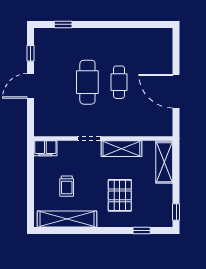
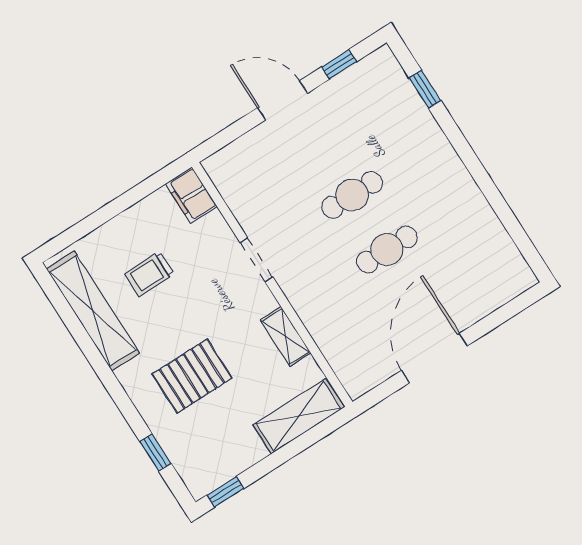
cafe table: (87, 82) -> (352, 195), width x0.73, depth x0.74
shelving: (121, 149) -> (286, 336), width x0.67, depth x0.75

